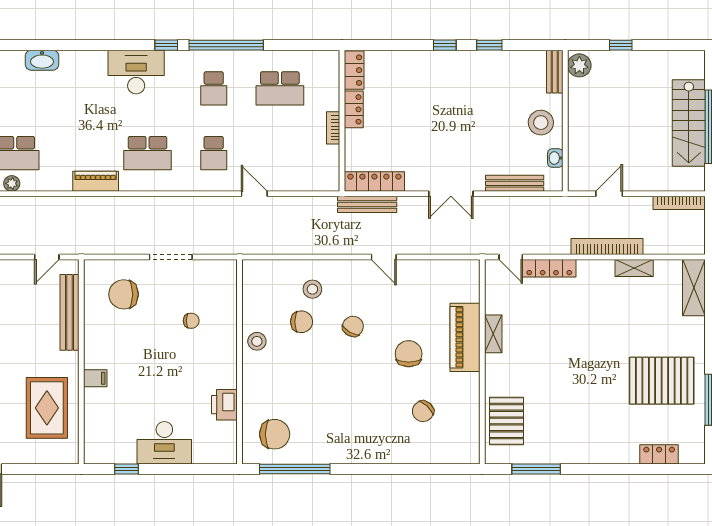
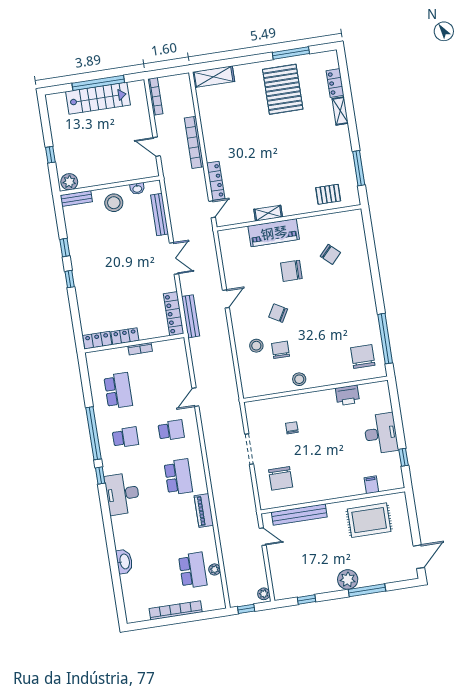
shelving: (634, 268) -> (340, 111), moved
filing cabinet: (95, 378) -> (371, 485), moved
pallet: (507, 421) -> (328, 194), width x0.67, depth x0.71

